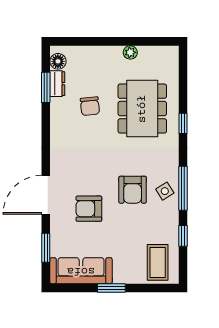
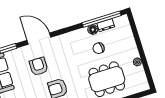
floor lamp: (58, 61) -> (93, 30), moved
window: (46, 87) -> (102, 19), width x2.11

